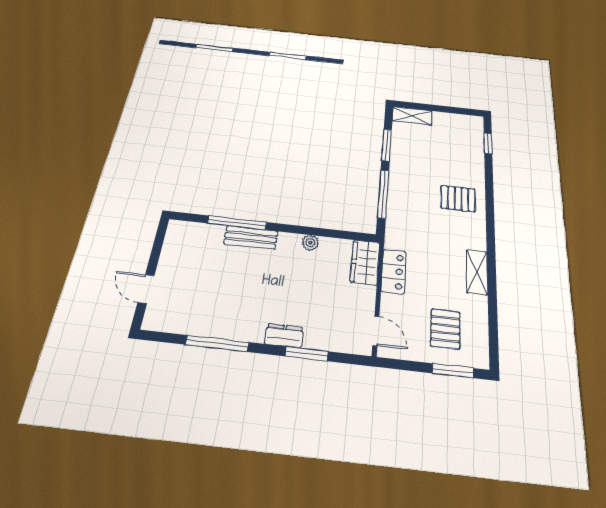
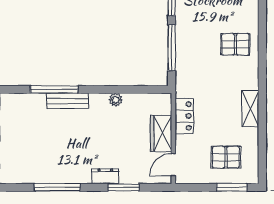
wardrobe: (365, 262) -> (161, 133), moved
pallet: (445, 329) -> (226, 157), turned 90
door: (376, 331) -> (173, 165), swing flipped

